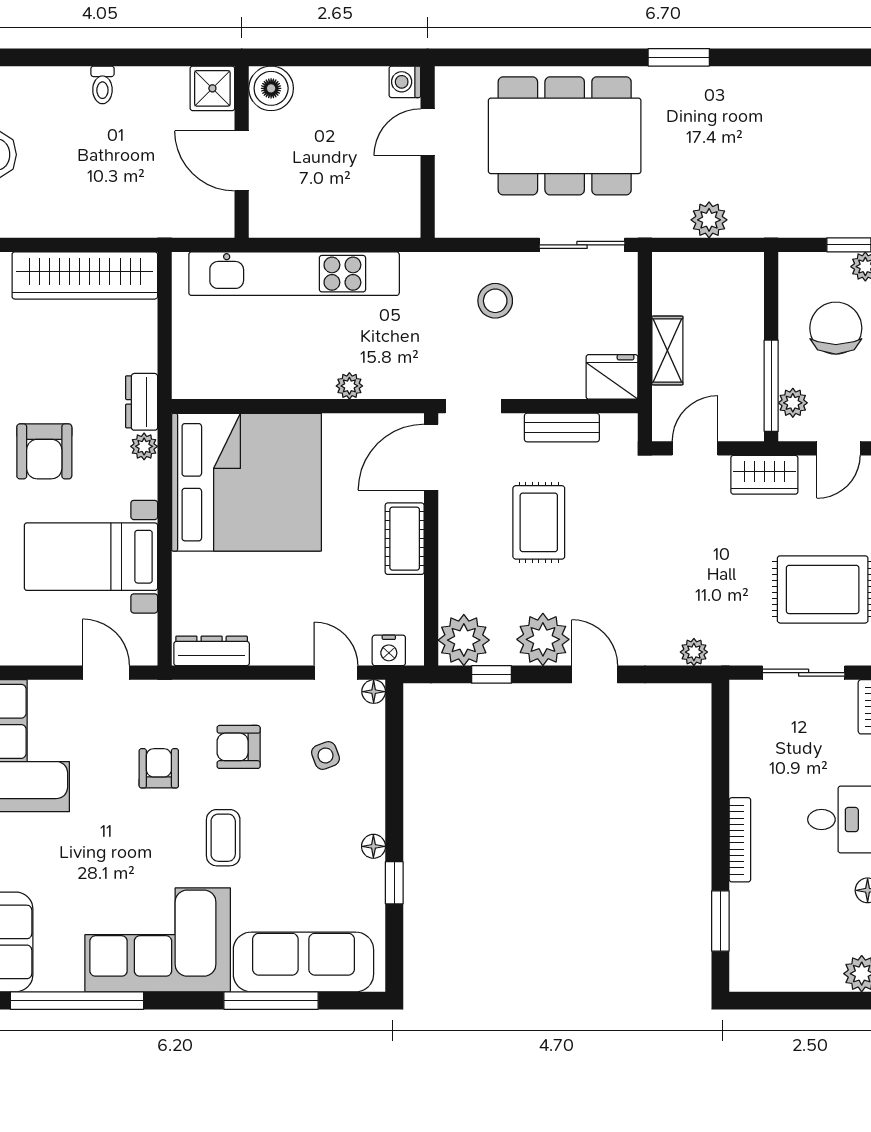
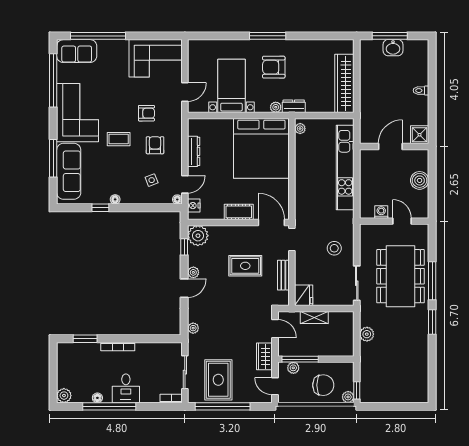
window: (576, 57) -> (432, 281), added
washing machine: (405, 82) -> (381, 212), moved
boiler: (271, 88) -> (420, 180), moved
plant: (349, 386) -> (300, 129), moved
plant: (543, 639) -> (193, 272), width x0.53, depth x0.53
dresser: (212, 651) -> (194, 151), moved

